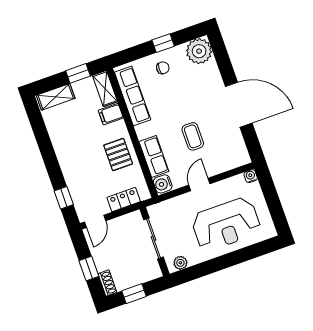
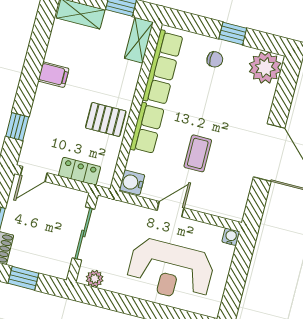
filing cabinet: (111, 114) -> (54, 75), moved, turned 180
pallet: (118, 155) -> (106, 119), turned 90
row of seats: (154, 156) -> (147, 128), moved

